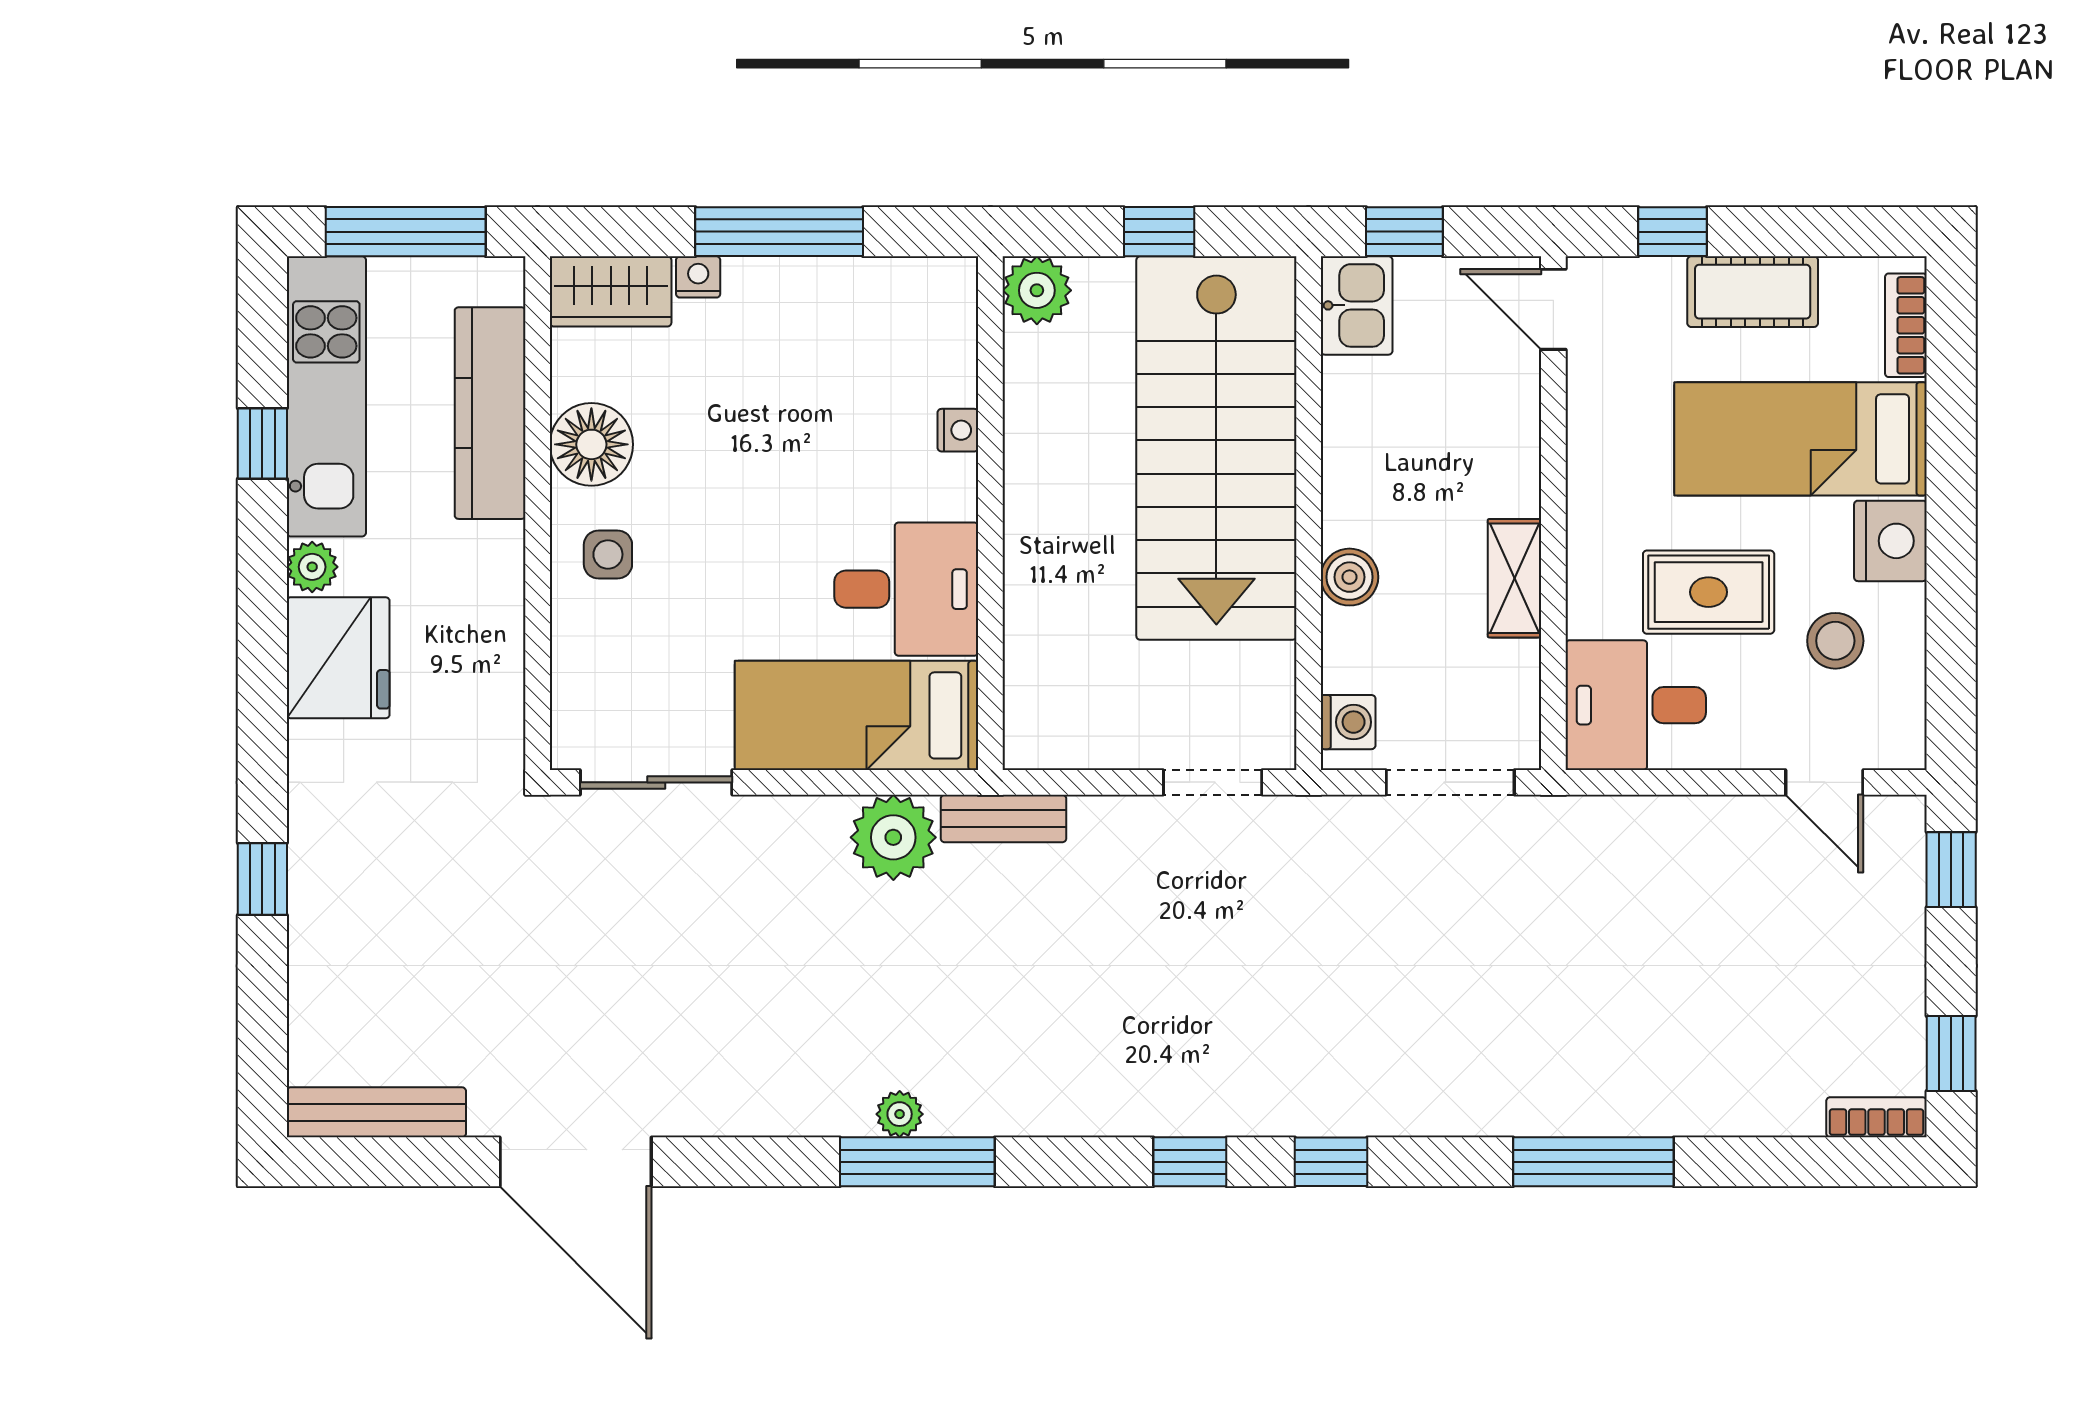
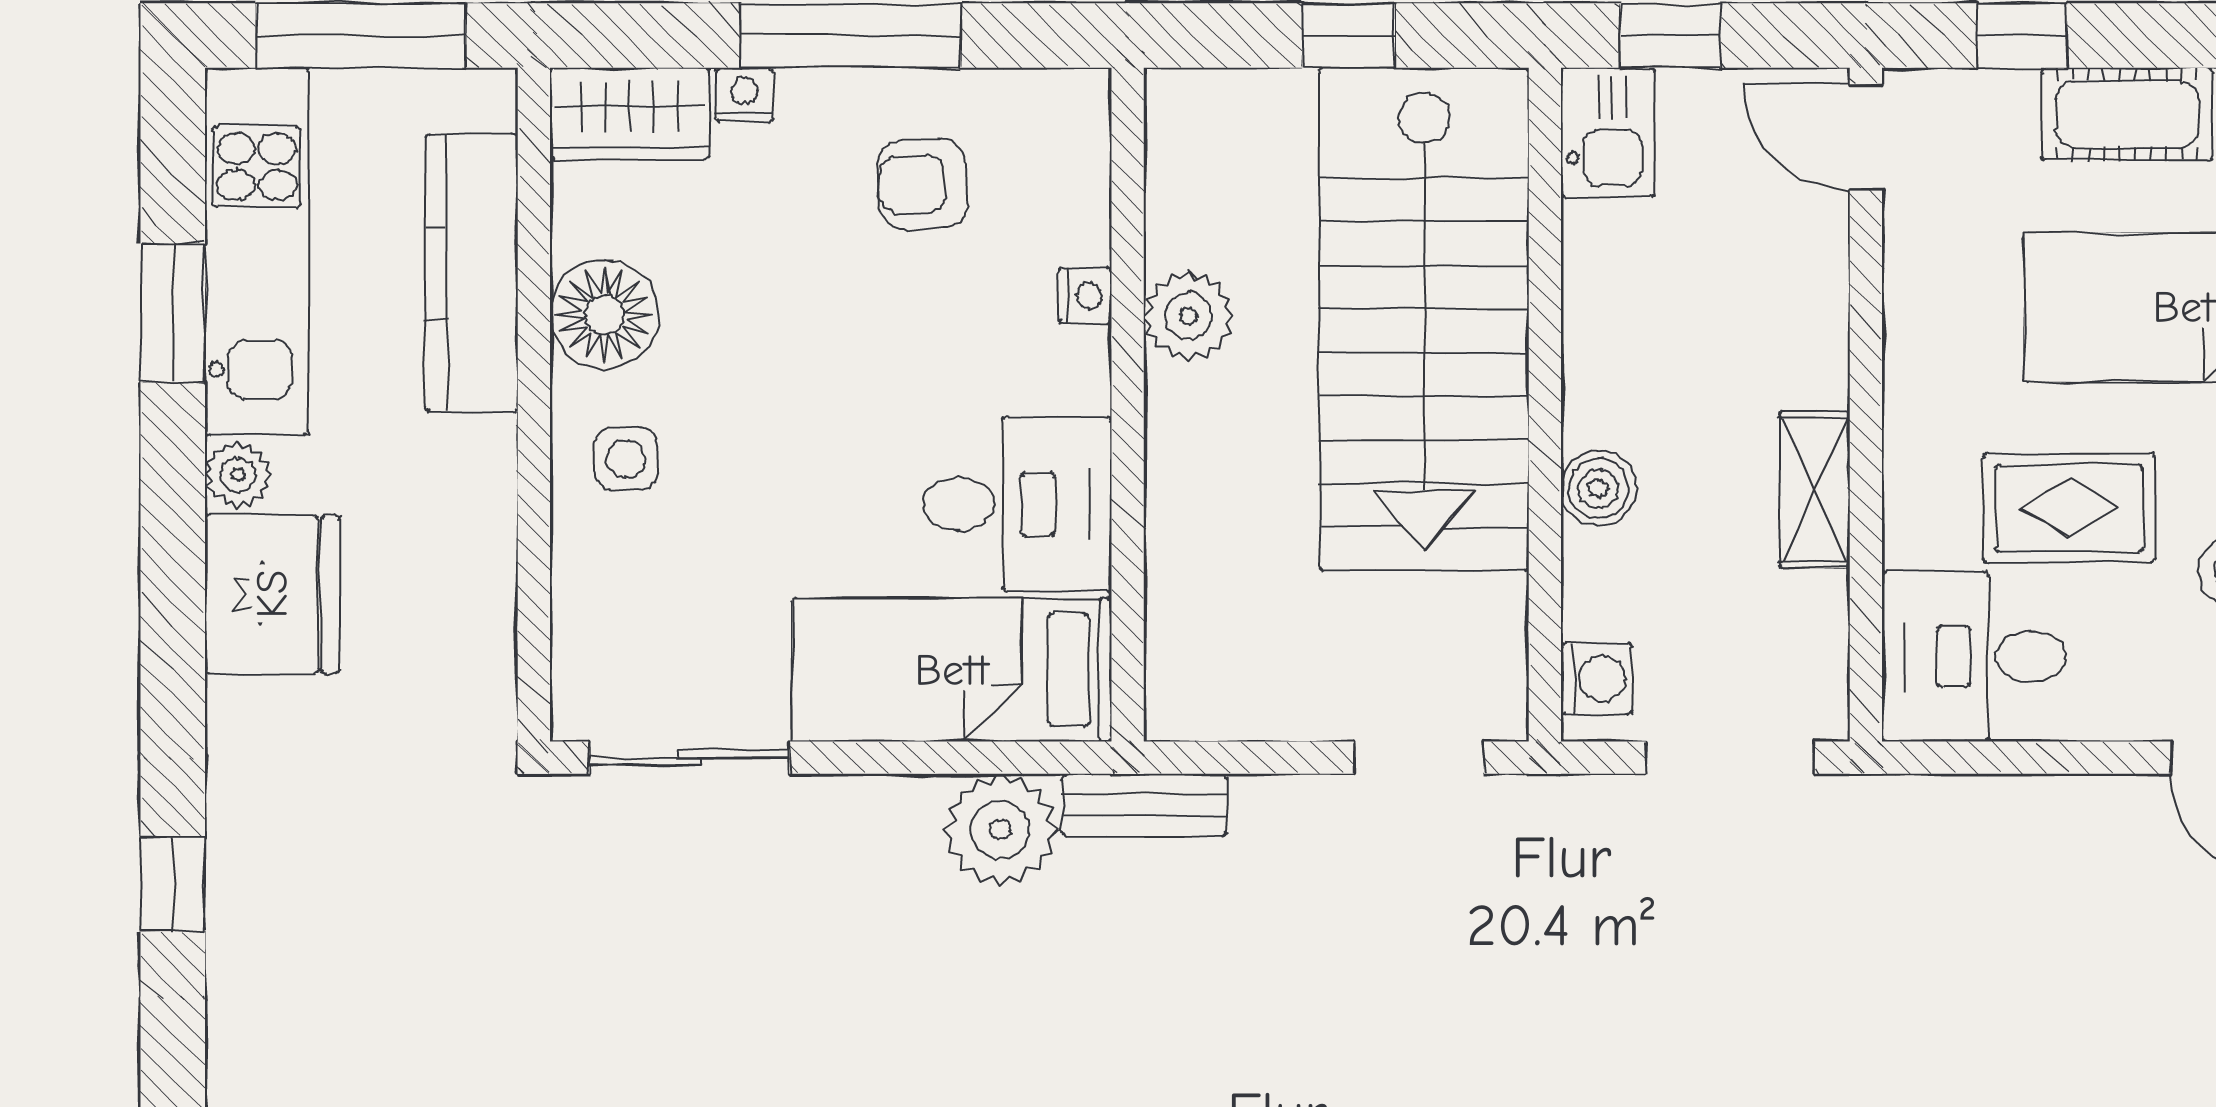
plant: (1037, 290) -> (1188, 316), moved
armchair: (834, 345) -> (923, 184), added
window: (262, 443) -> (173, 313), width x1.50

